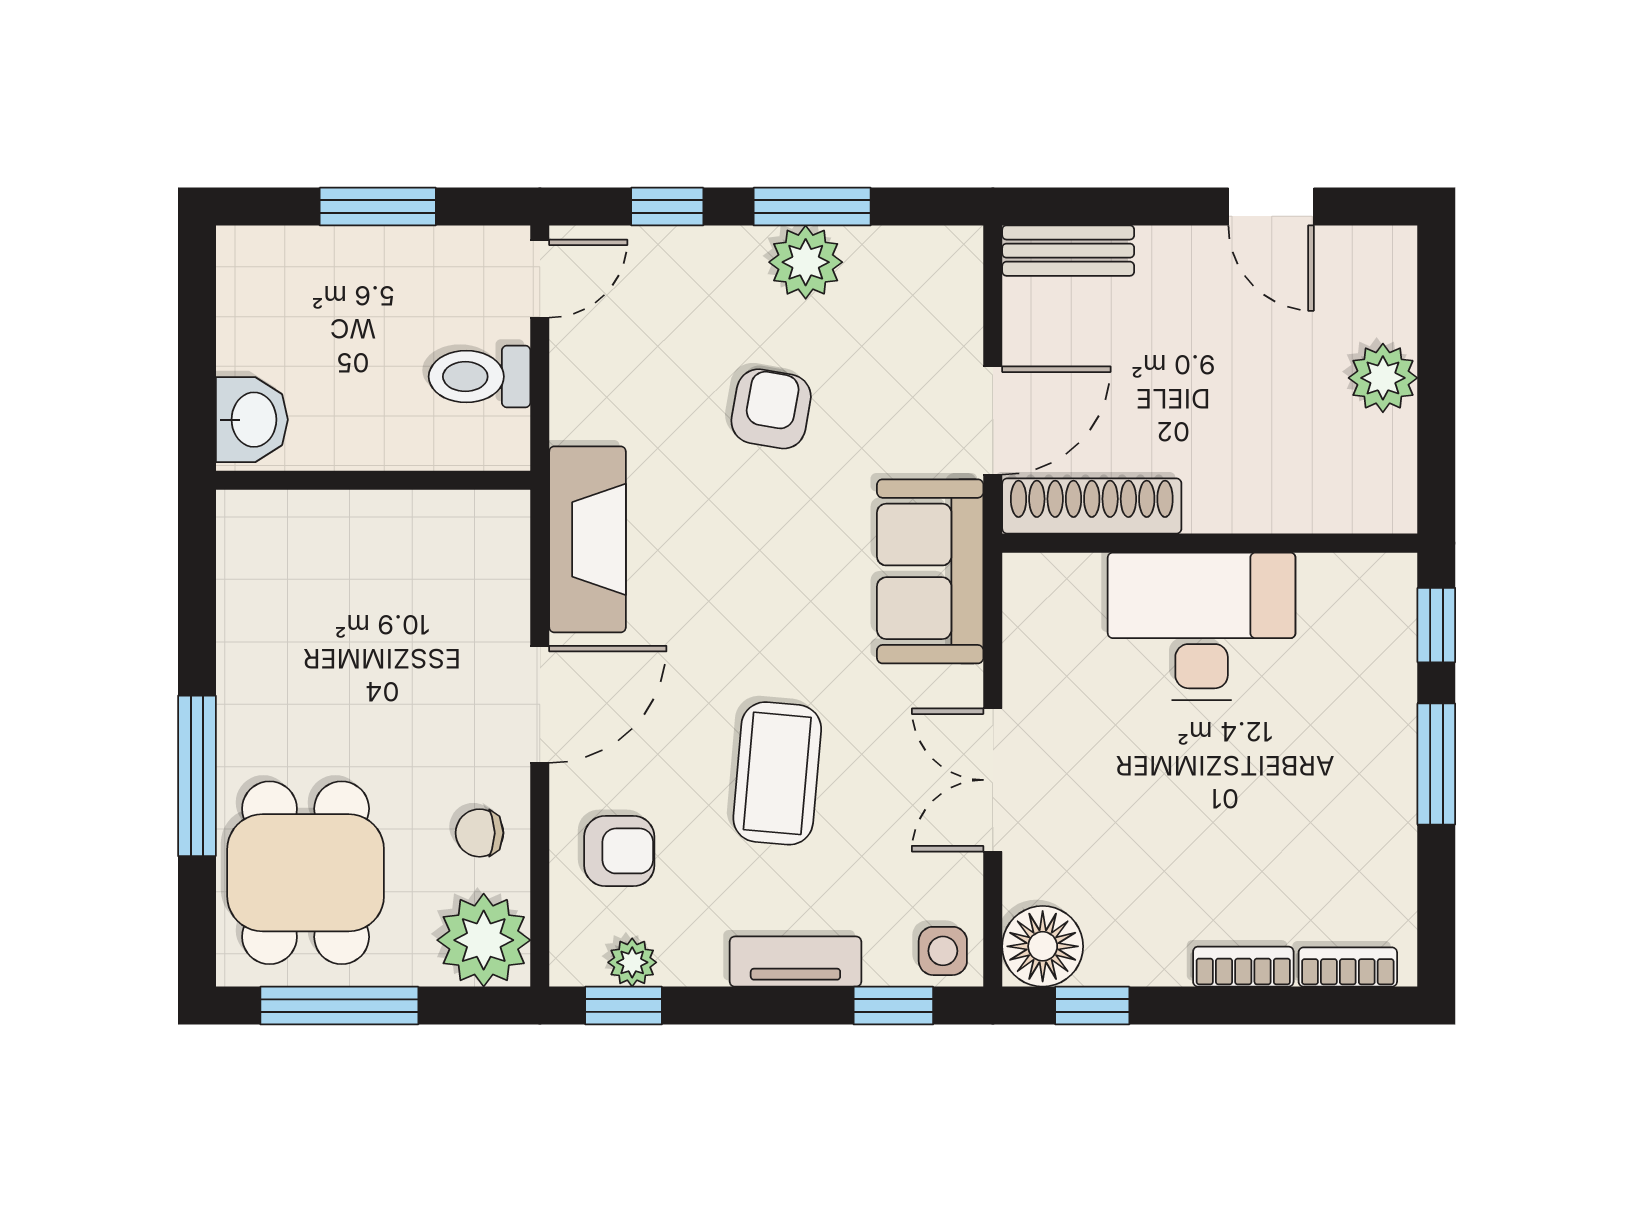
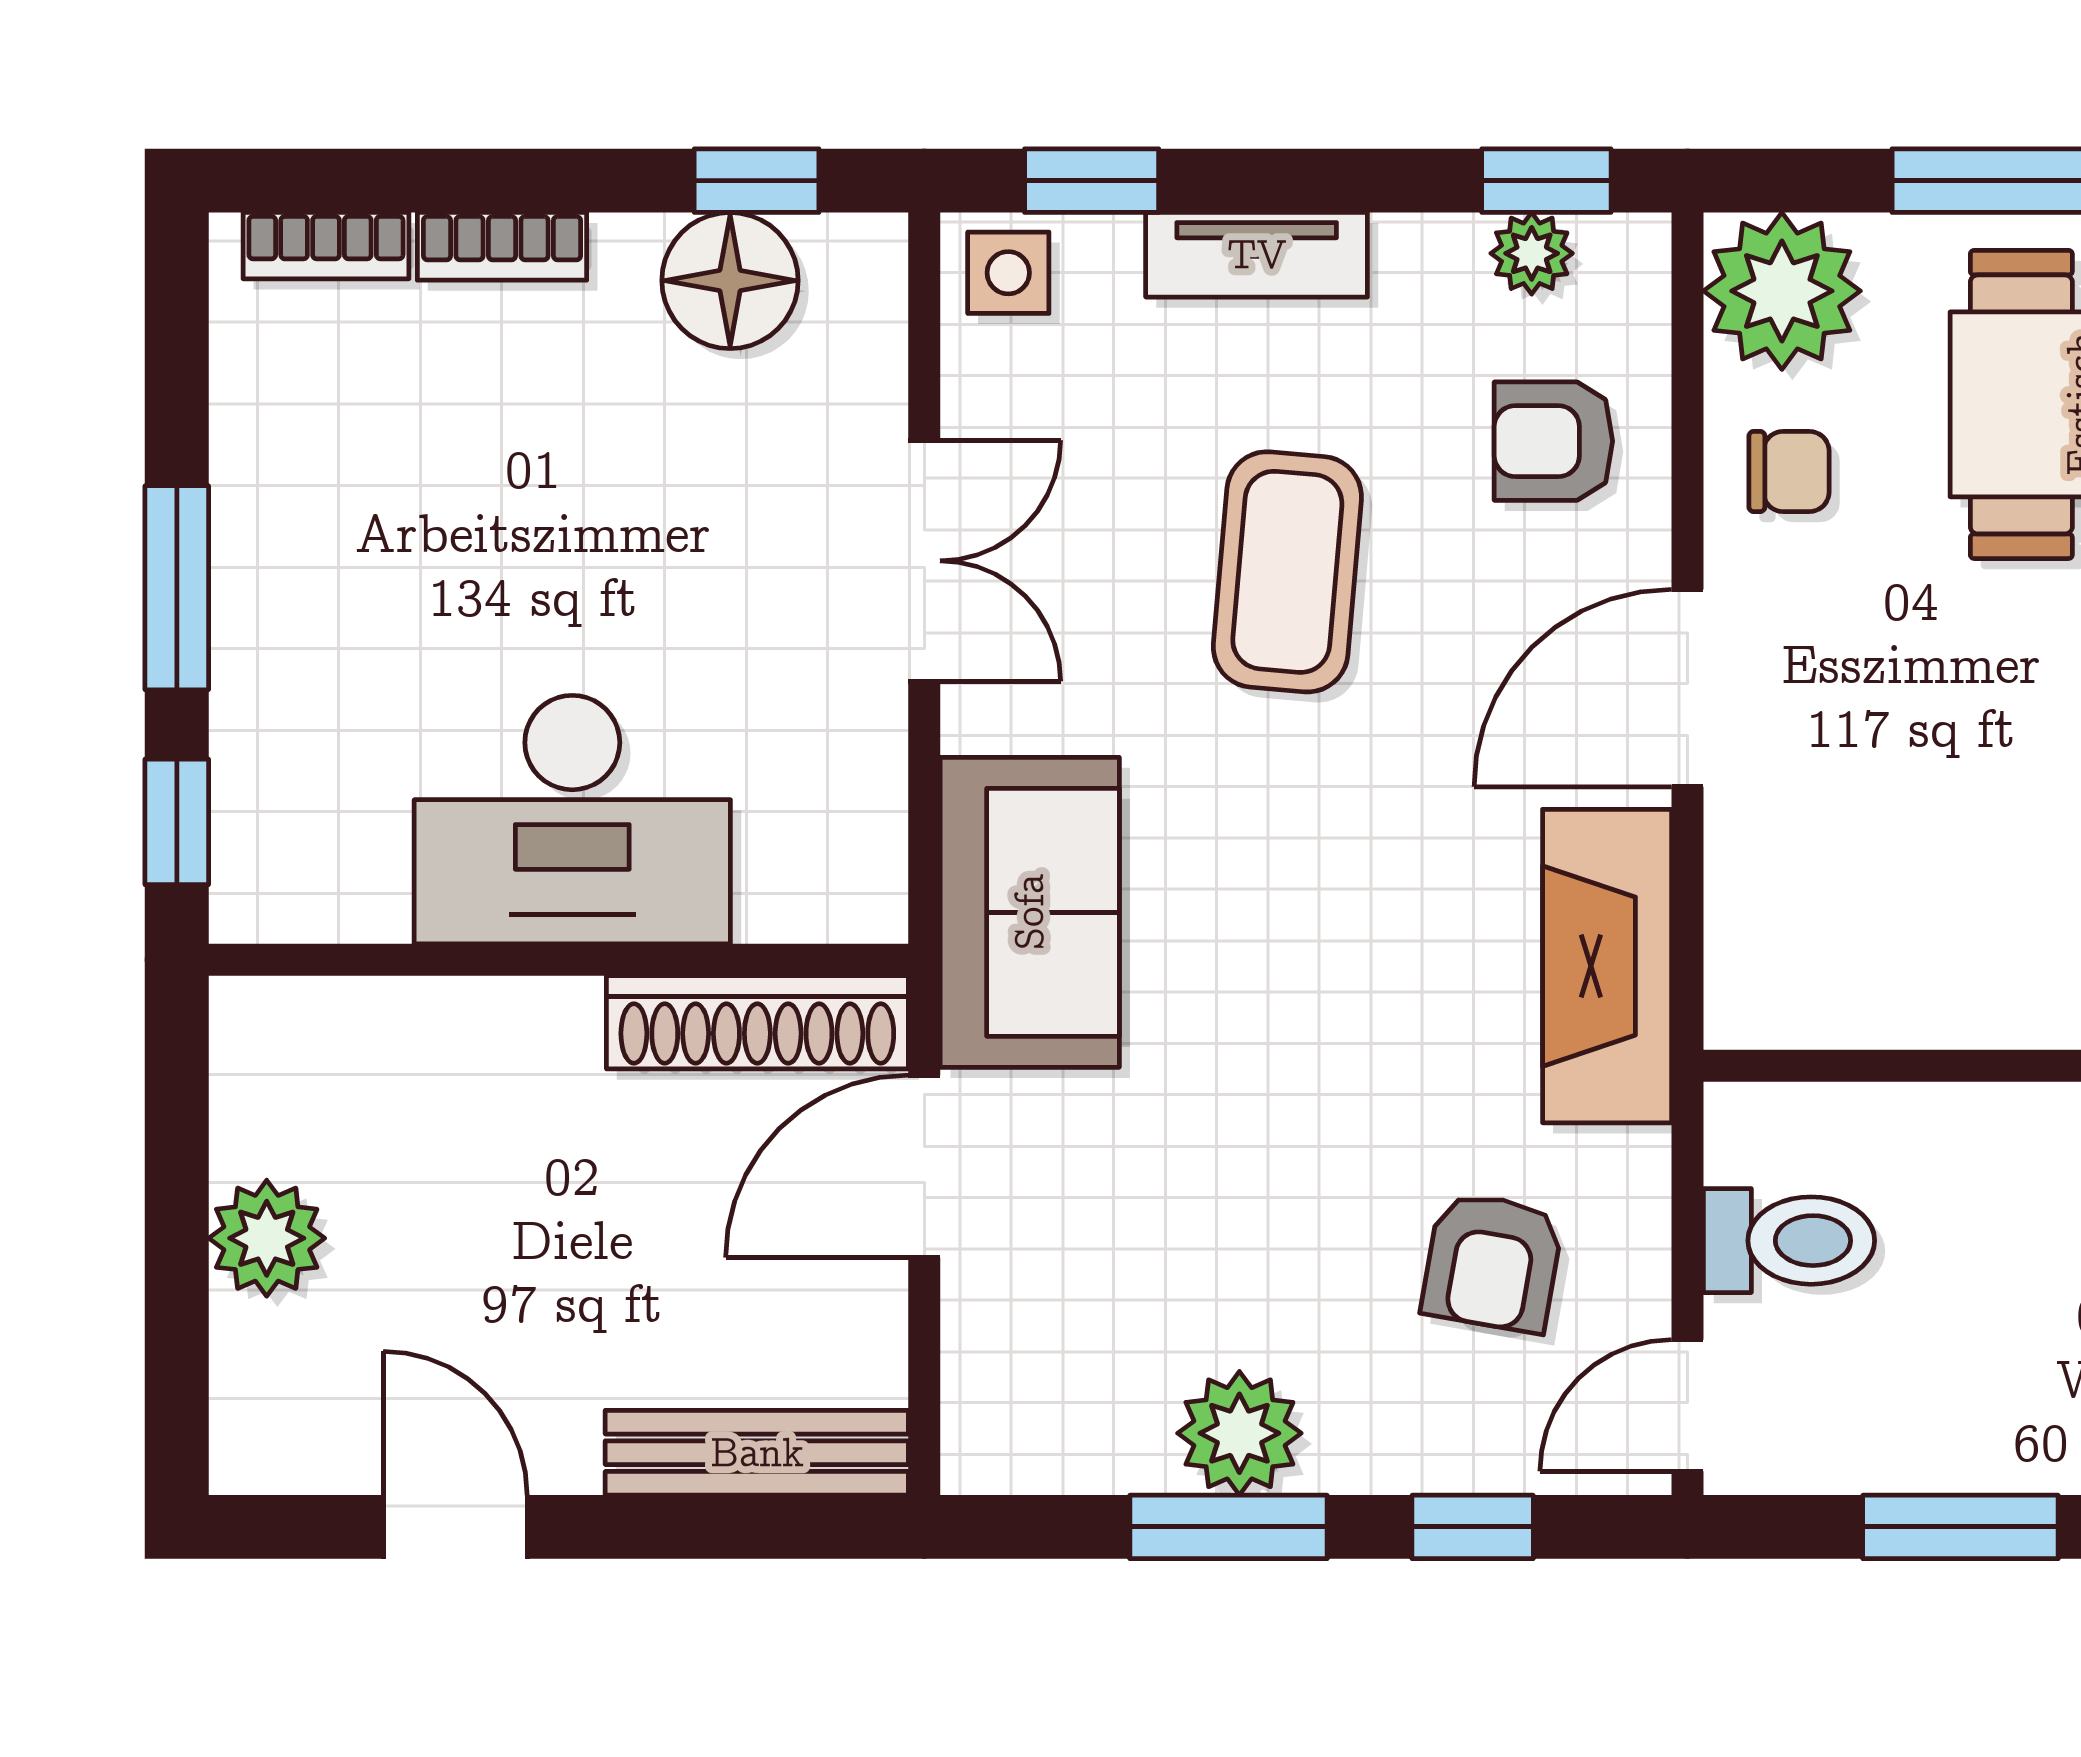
bench: (1068, 251) -> (757, 1453), width x1.36
armchair: (771, 409) -> (1492, 1262), moved
floor lamp: (1043, 946) -> (730, 281), moved

